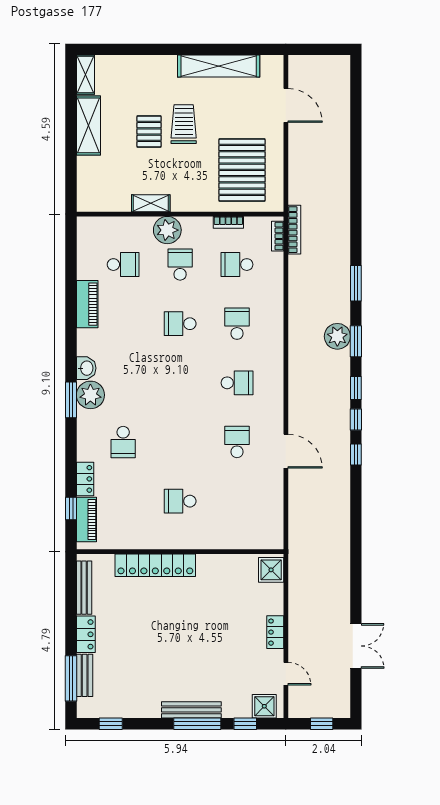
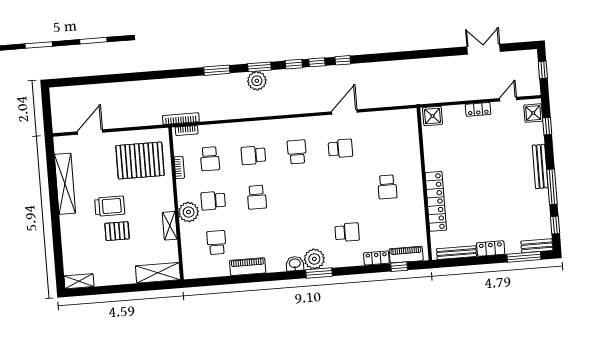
trolley: (184, 124) -> (110, 206), turned 180
shelving: (88, 125) -> (158, 273), moved
school desk: (237, 442) -> (340, 148), turned 180
bench: (85, 675) -> (537, 246), moved
window: (197, 724) -> (552, 187), moved

